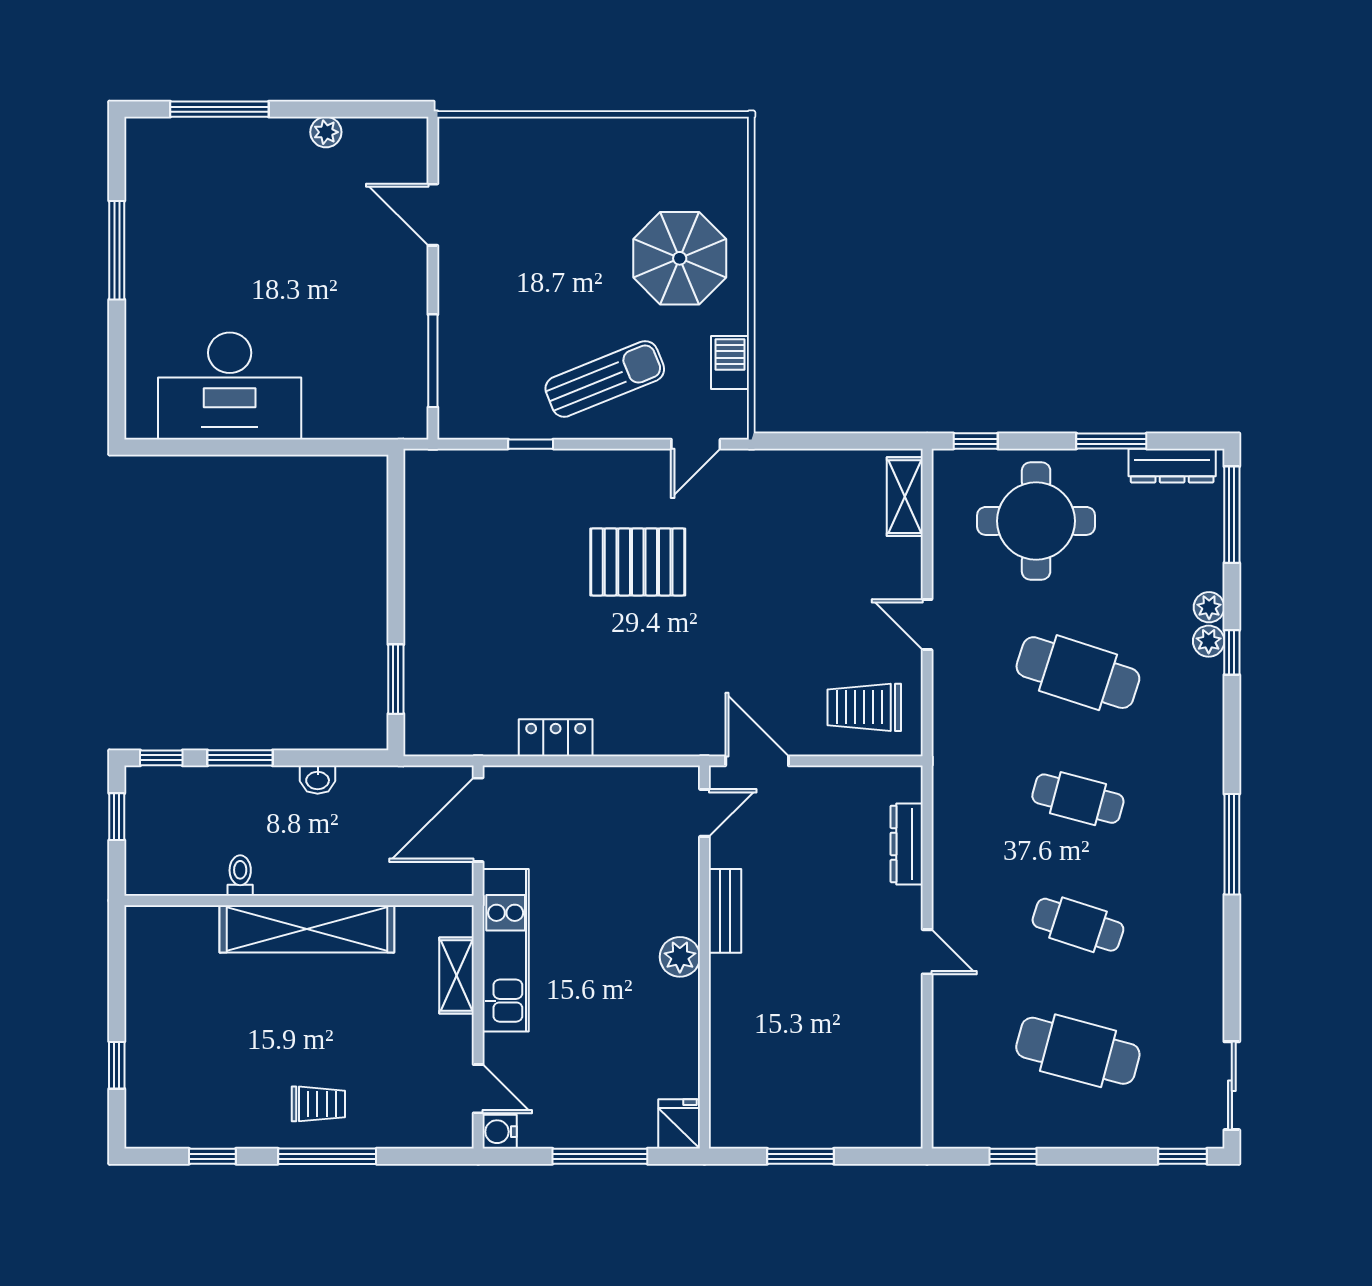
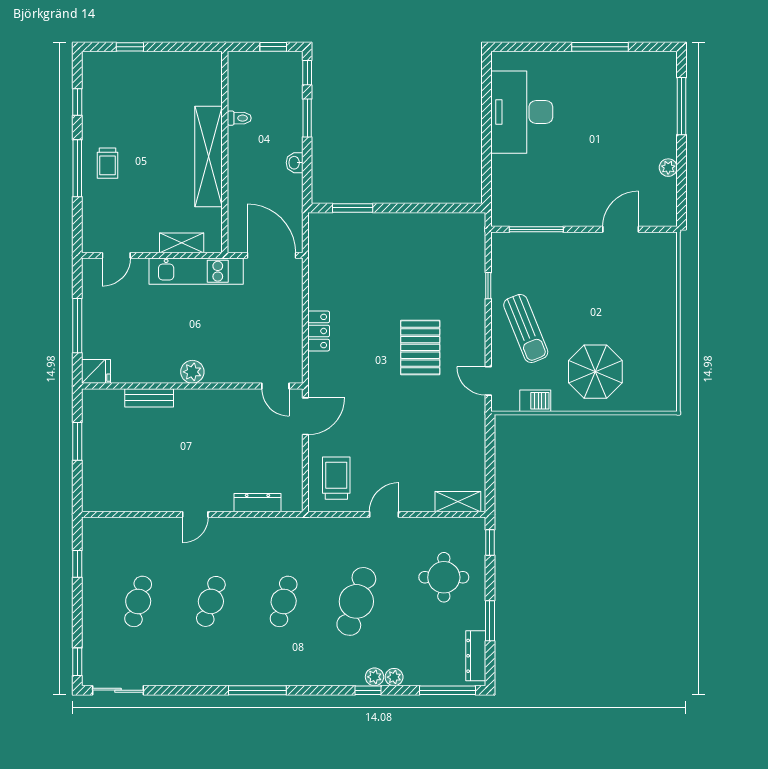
round table: (1036, 521) -> (444, 577), width x0.73, depth x0.73
locker: (556, 738) -> (319, 331), moved
bench: (725, 911) -> (149, 398), moved
cafe table: (1078, 1051) -> (138, 601), width x0.73, depth x0.74
water cooler: (500, 1132) -> (91, 268), removed

